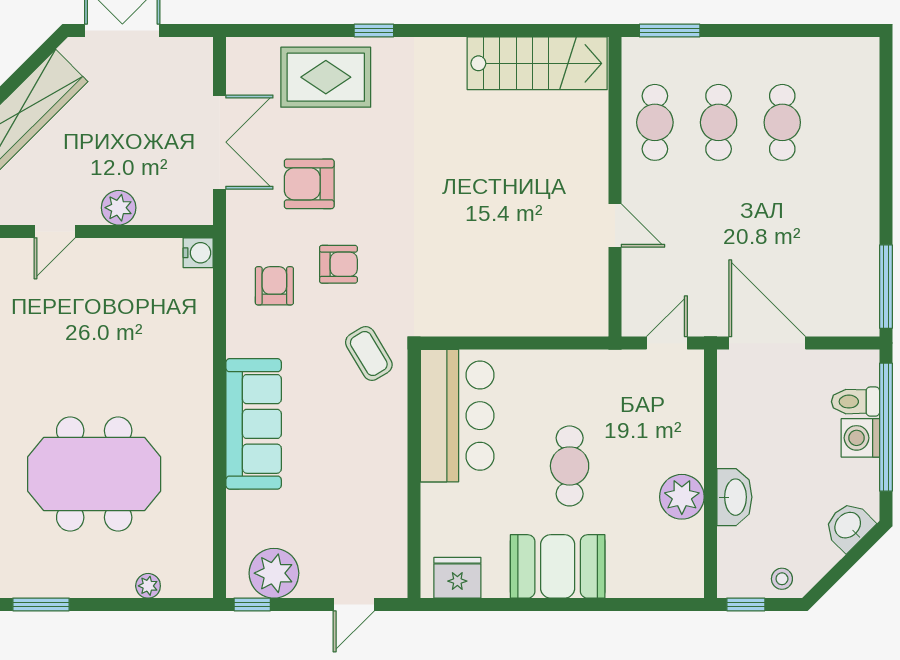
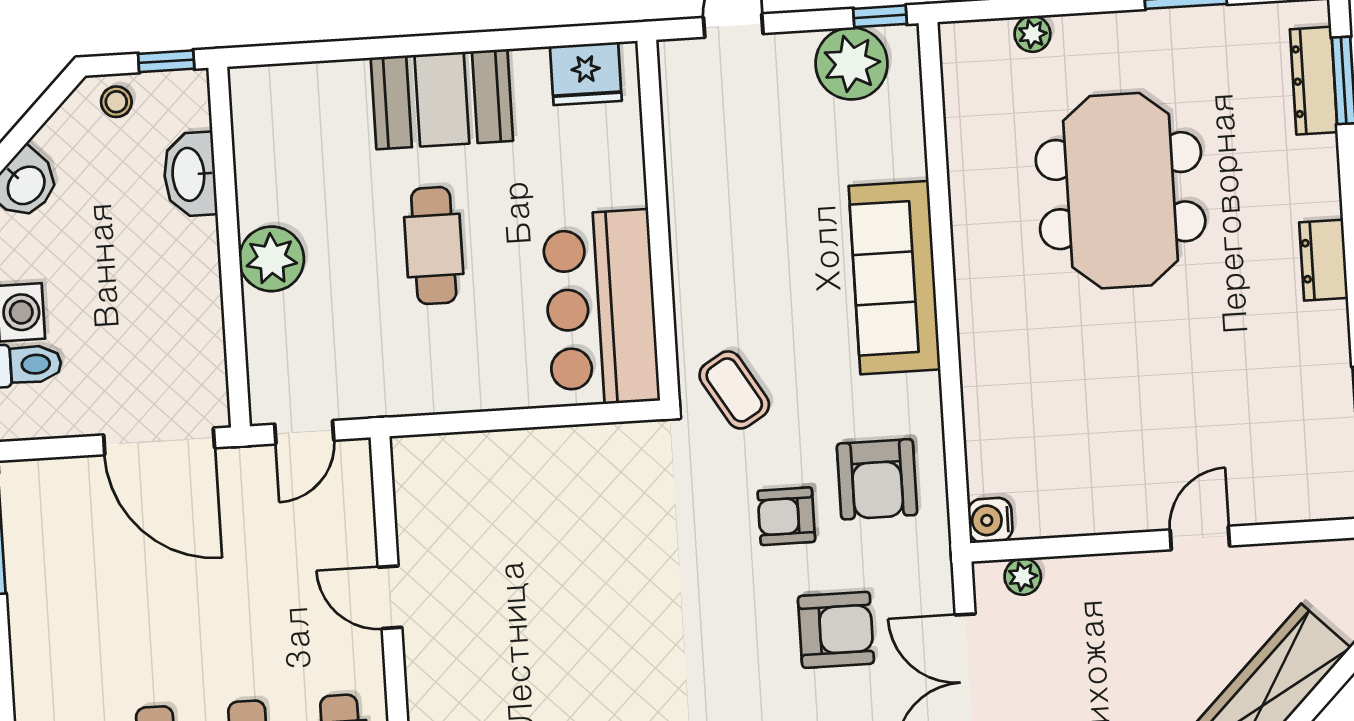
plant: (119, 208) -> (1023, 577), moved, width x0.73, depth x0.73
armchair: (274, 286) -> (877, 479), width x1.38, depth x1.38
meeting table: (94, 474) -> (1121, 191), turned 90
plant: (682, 497) -> (272, 259), moved
washbasin: (734, 497) -> (190, 174), moved

